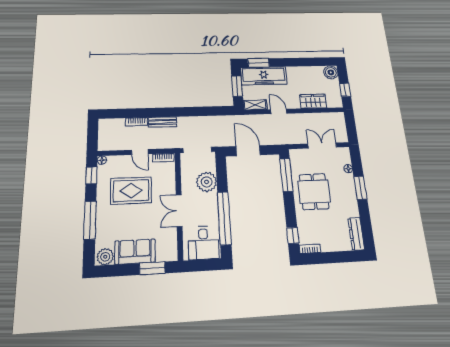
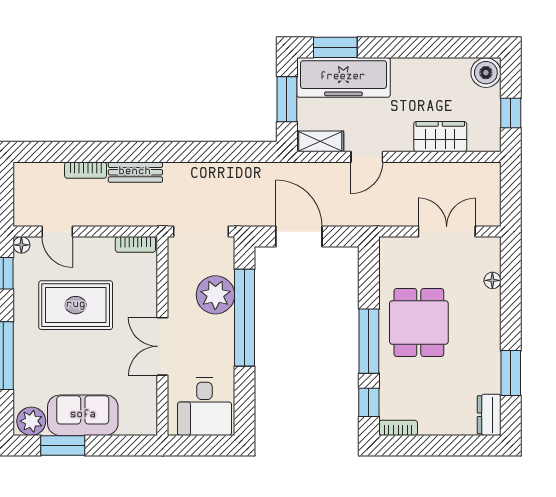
door: (279, 111) -> (367, 157), swing flipped
door: (140, 152) -> (57, 232), moved
window: (286, 175) -> (369, 341), moved
window: (360, 188) -> (511, 373), moved
window: (224, 218) -> (245, 318), moved
dresser: (356, 234) -> (489, 415), width x0.70
window: (152, 268) -> (63, 446), moved

